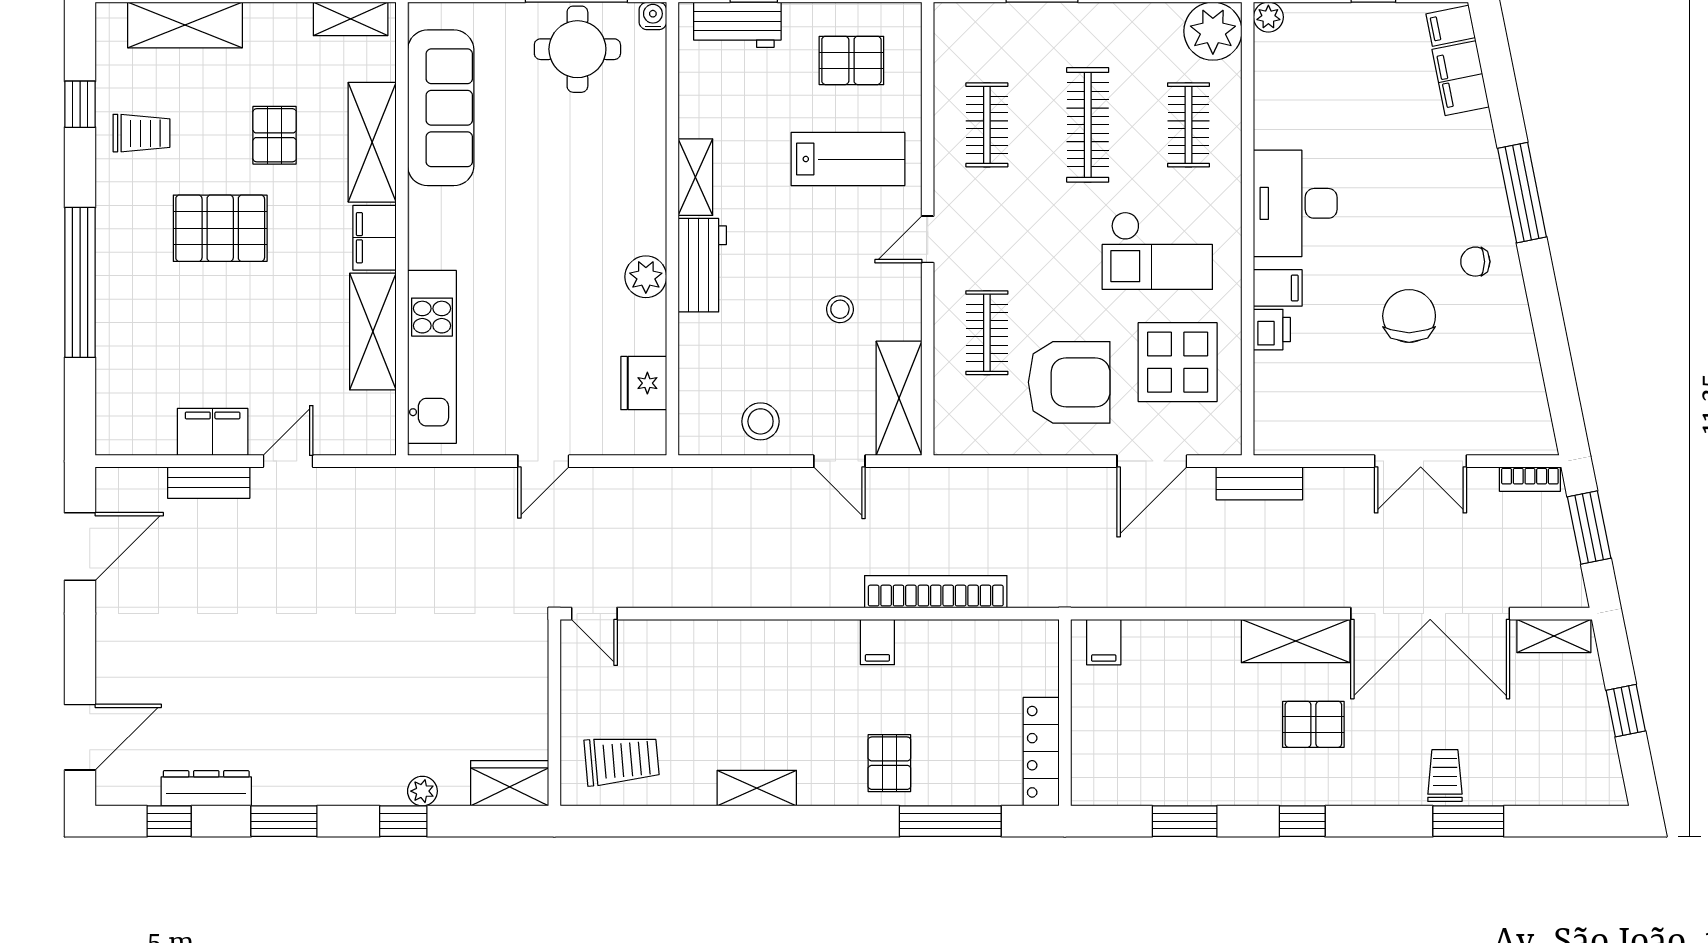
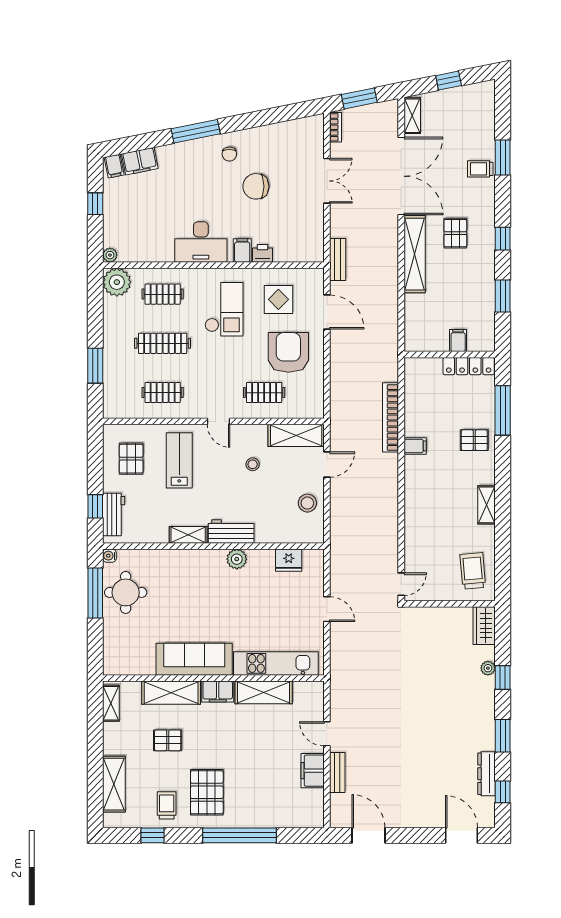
sofa: (441, 108) -> (194, 659), moved
pallet: (220, 228) -> (207, 792), moved
display table: (1178, 362) -> (278, 299), width x0.73, depth x0.73
shelving: (1296, 641) -> (415, 254), width x1.47
filing cabinet: (1104, 642) -> (458, 341), moved, turned -90

